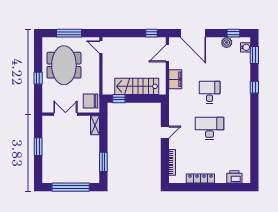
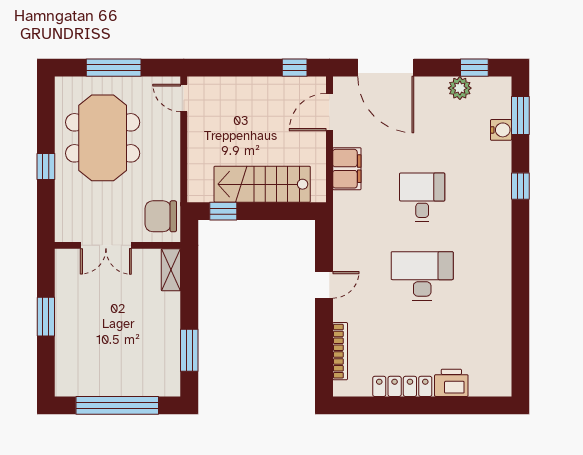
water cooler: (245, 47) -> (501, 130), moved
double door: (65, 114) -> (106, 245), swing flipped
printer: (234, 177) -> (451, 383), moved

